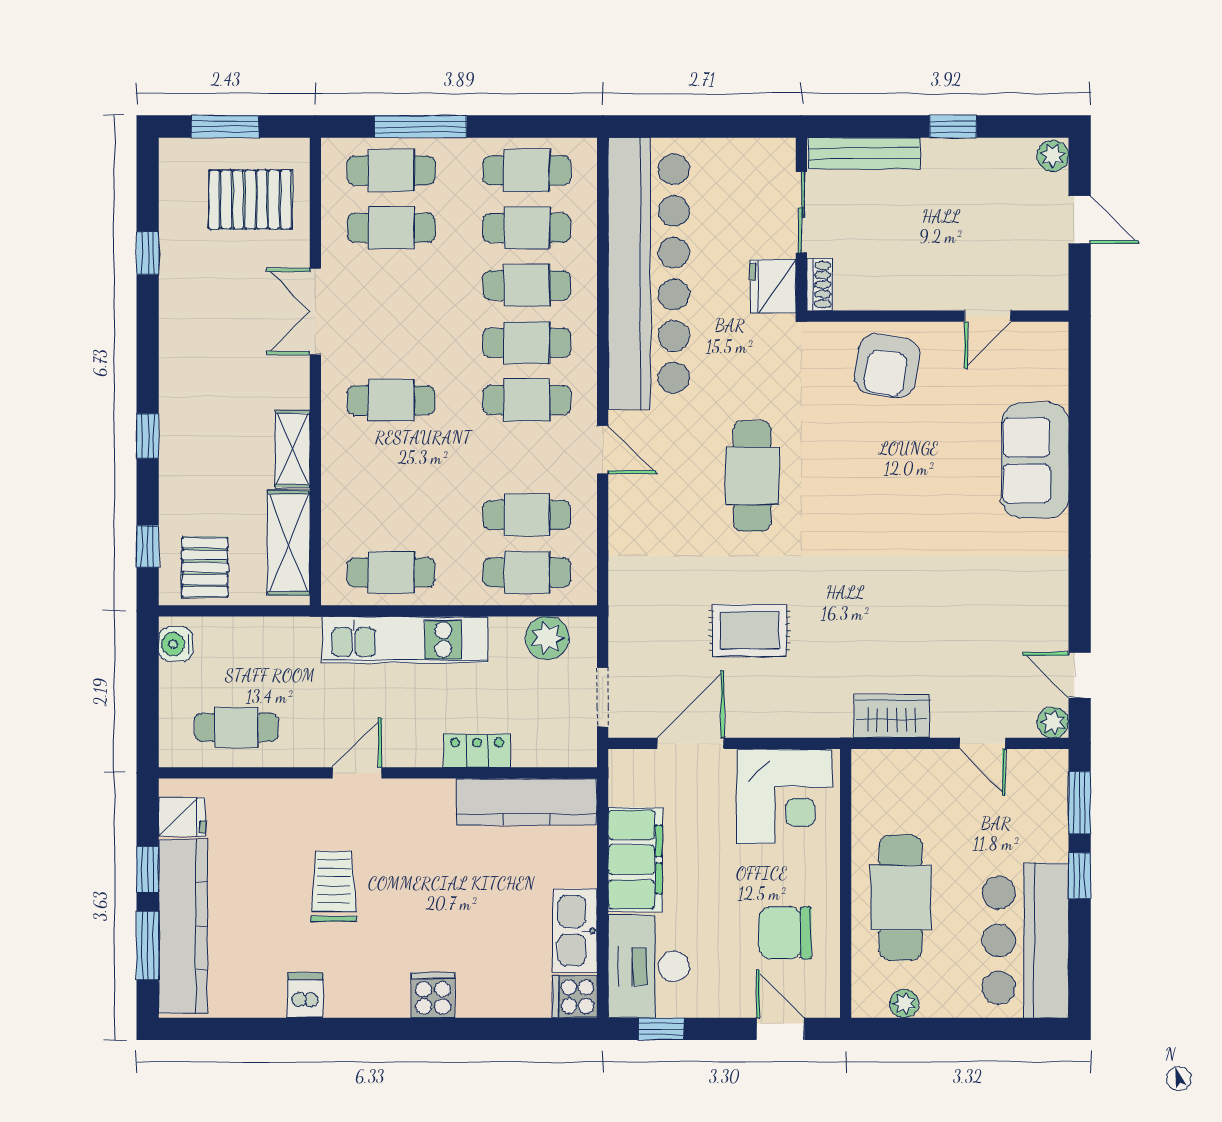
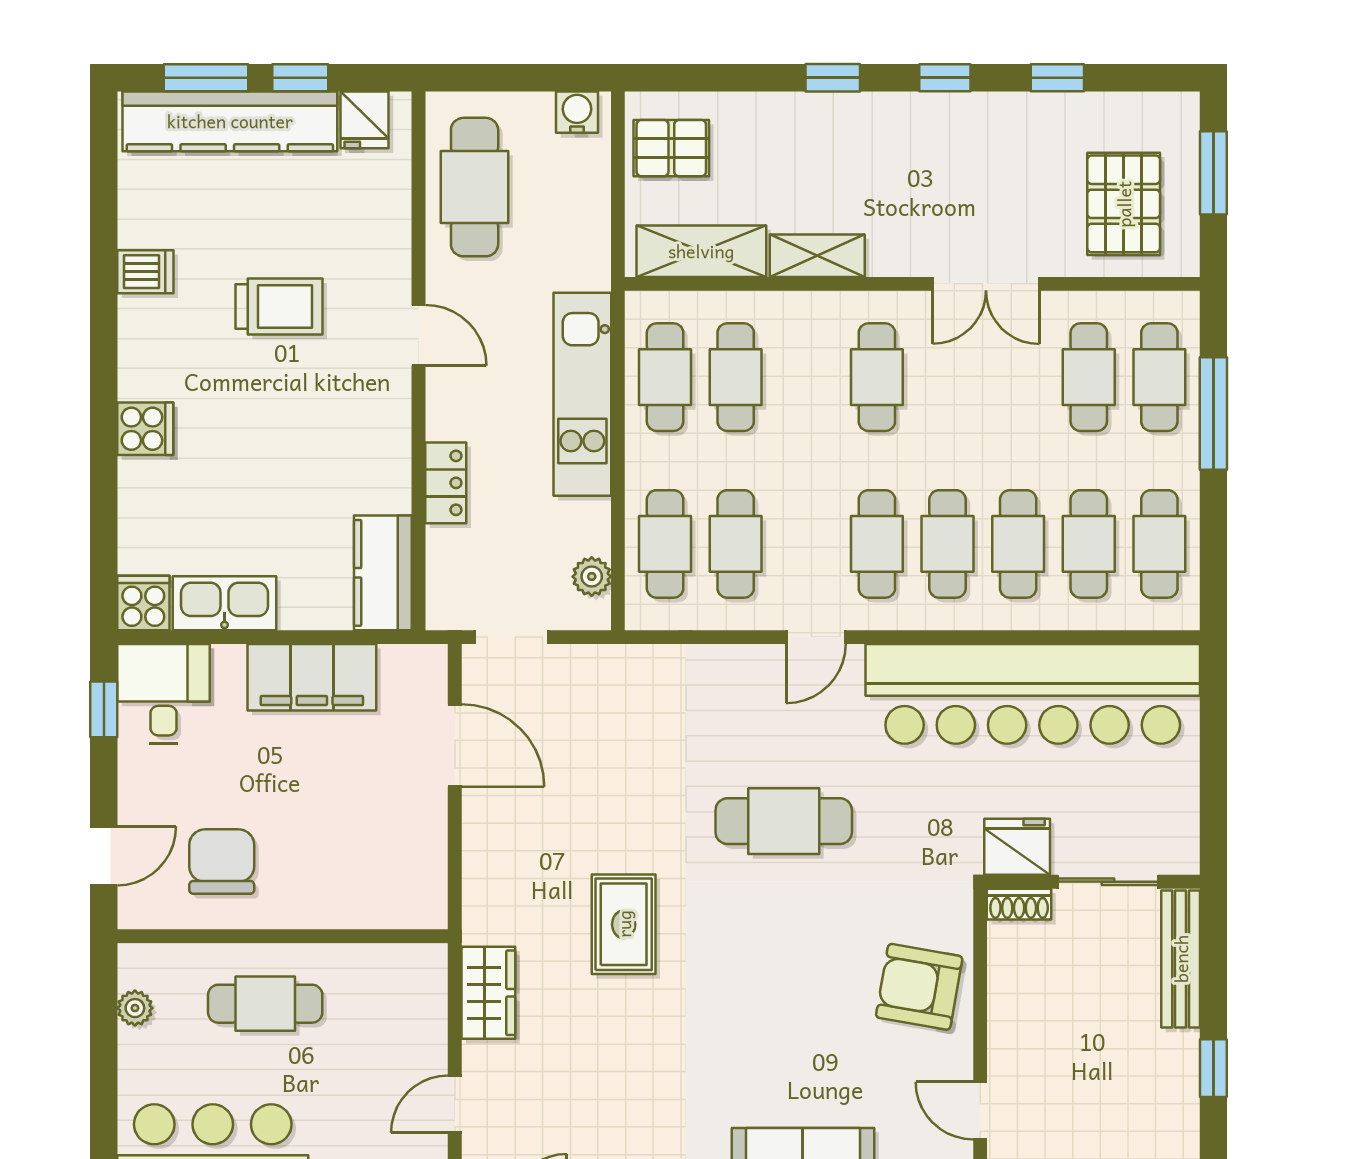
double door: (315, 312) -> (986, 284), swing flipped
cafe table: (391, 515) -> (736, 377), added
window: (148, 546) -> (945, 78), moved
rug: (749, 630) -> (624, 924), moved
plant: (547, 638) -> (592, 577), width x0.73, depth x0.73
cafe table: (237, 727) -> (475, 187), width x1.37, depth x1.35
corner desk: (784, 796) -> (390, 861), removed
kitchen counter: (527, 802) -> (383, 573), width x0.67
cafe table: (901, 898) -> (265, 1004), width x0.73, depth x0.74
desk: (649, 966) -> (164, 694), width x0.73

